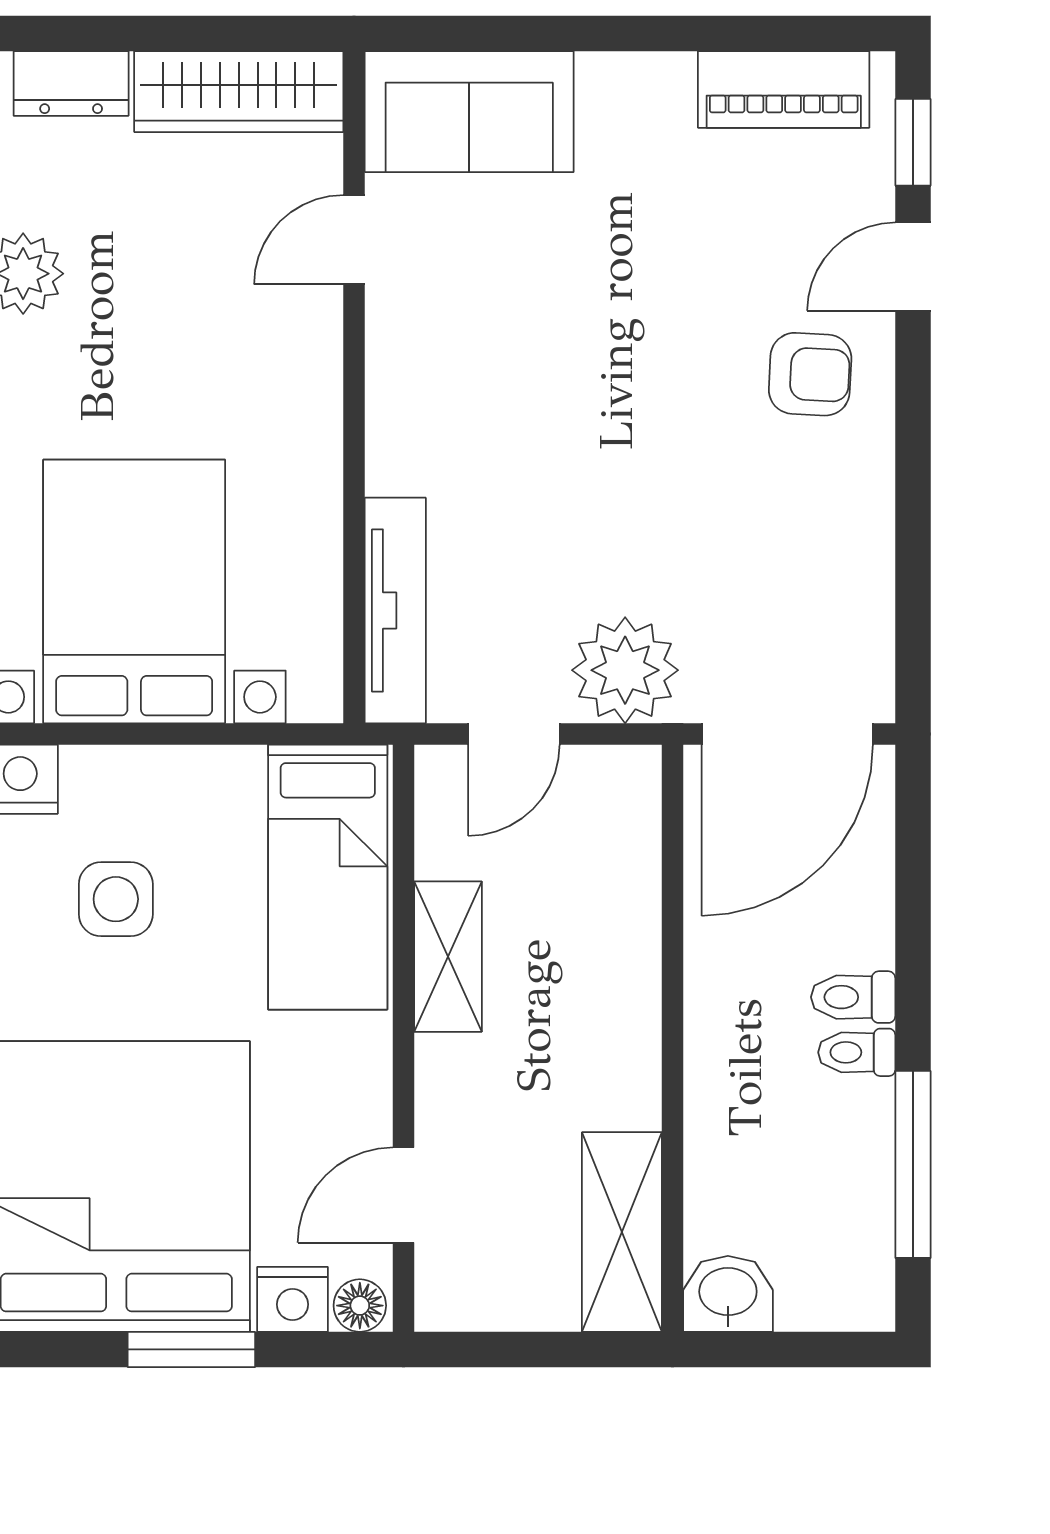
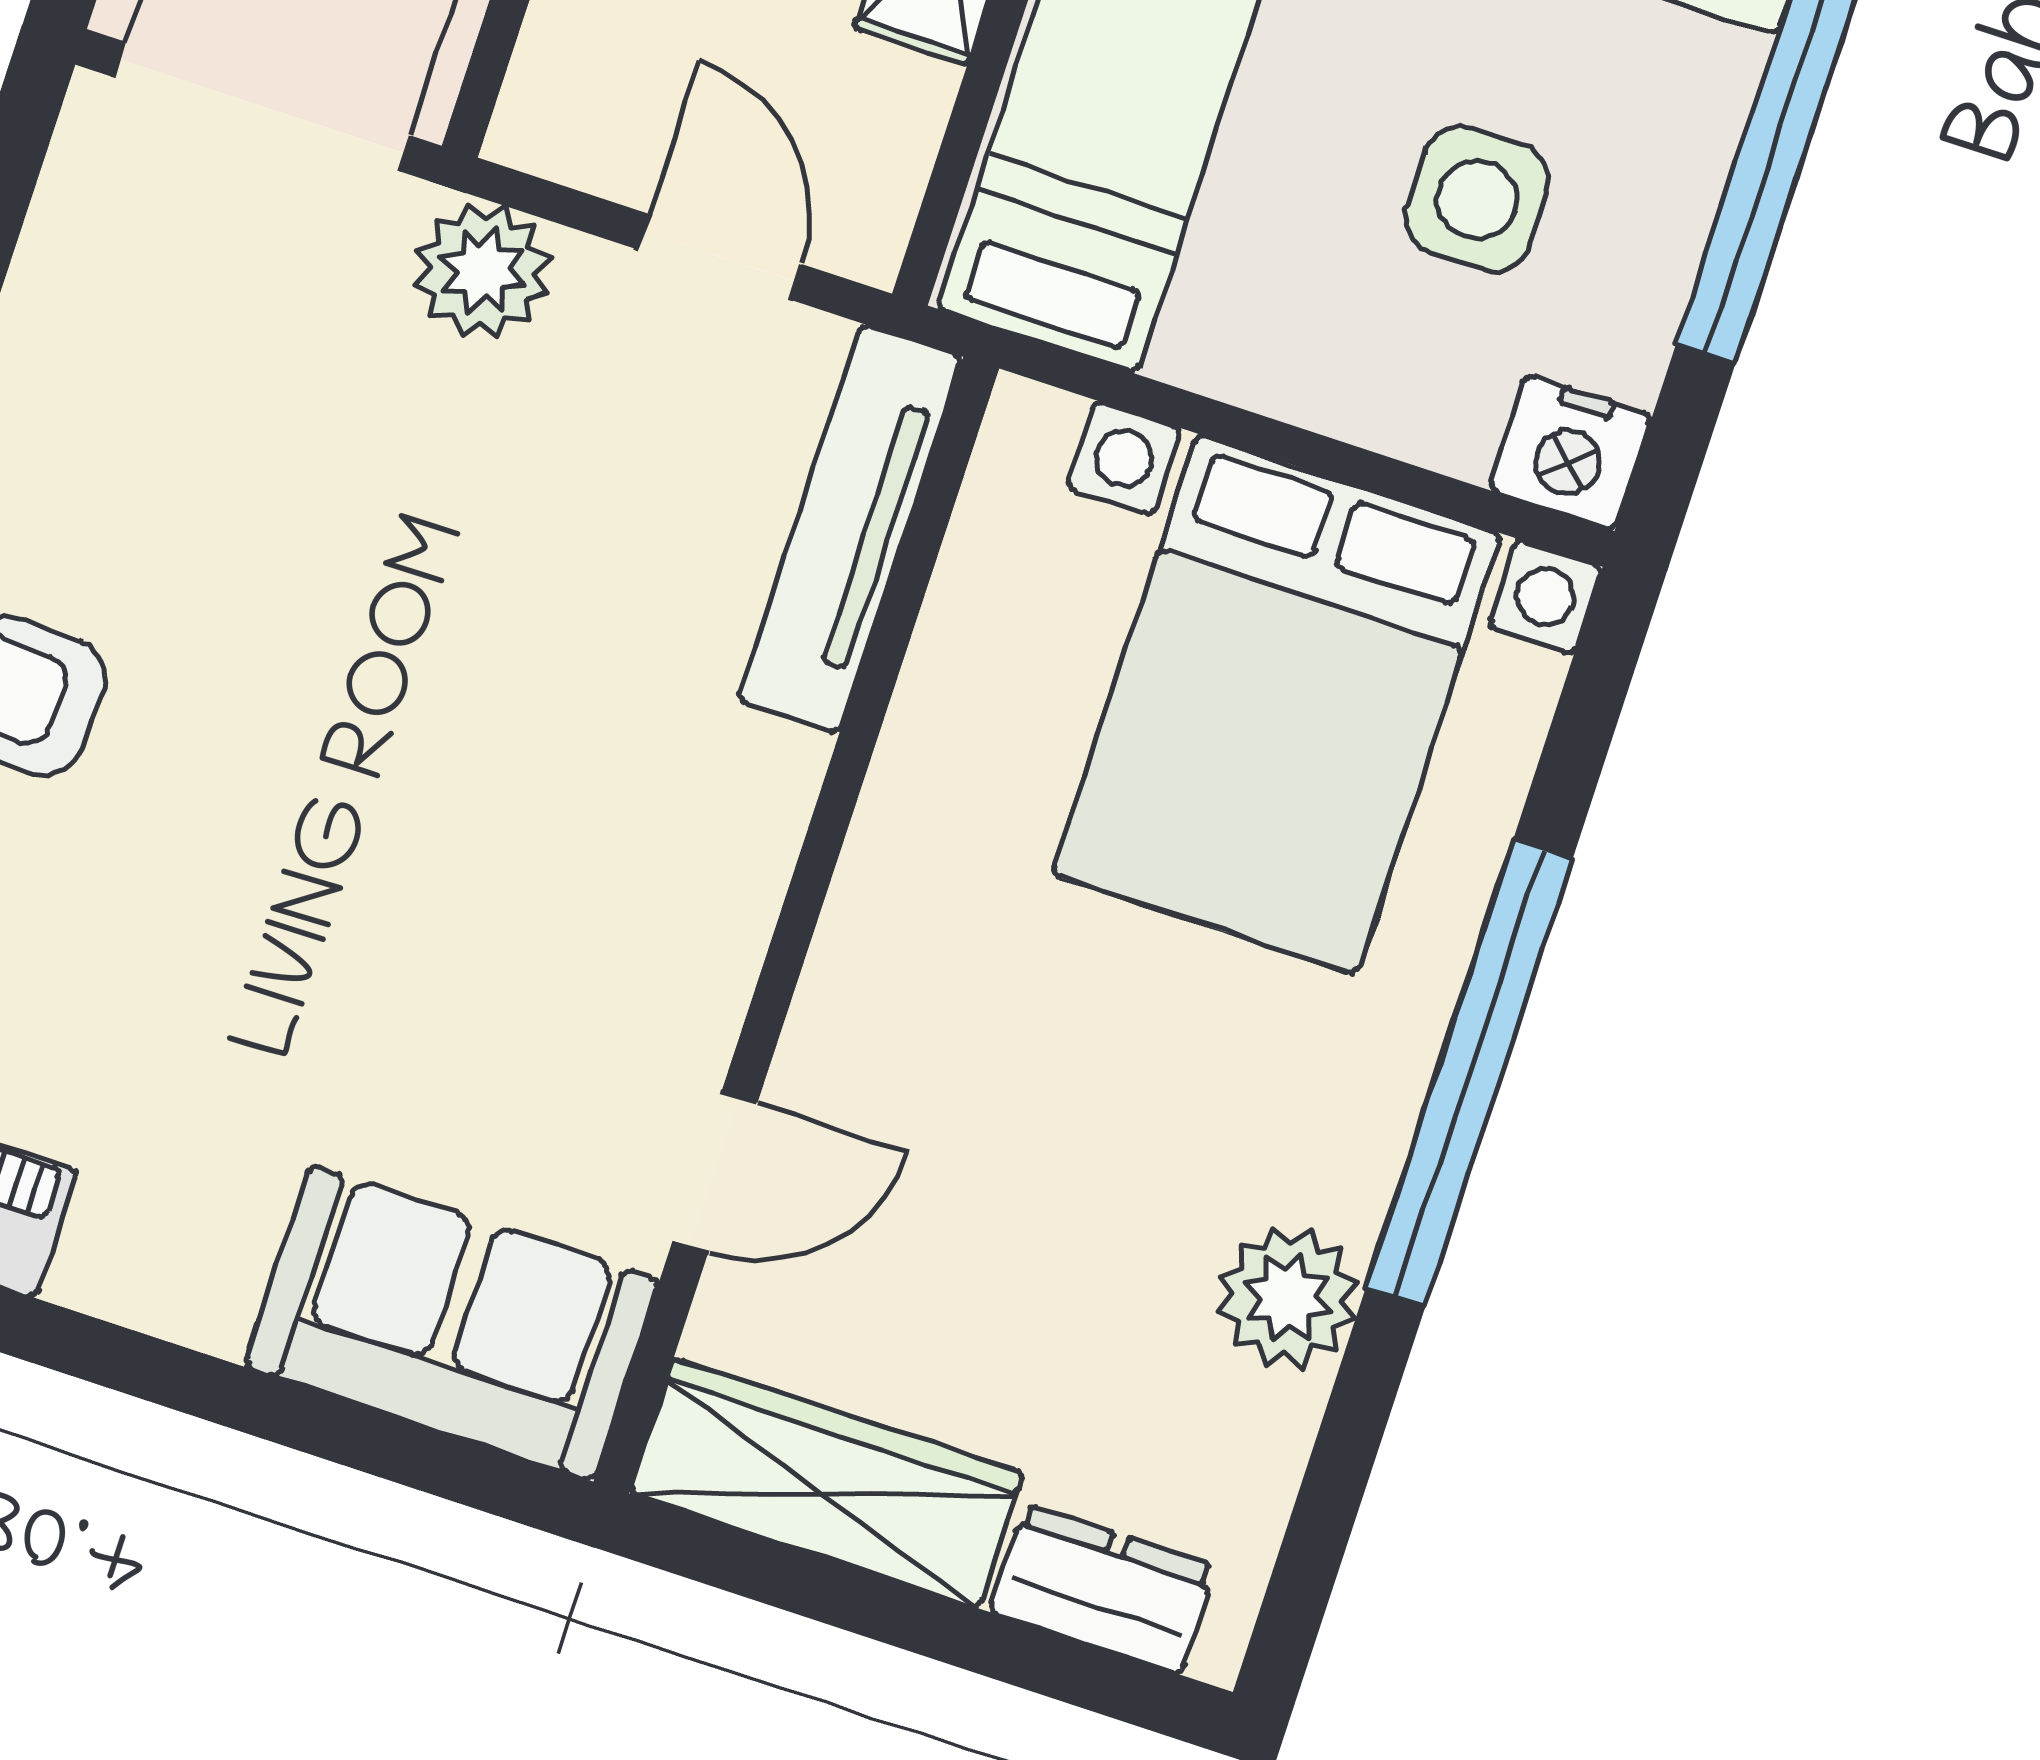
plant: (625, 670) -> (482, 271), width x0.73, depth x0.73
door: (514, 734) -> (719, 257), hinge flipped

